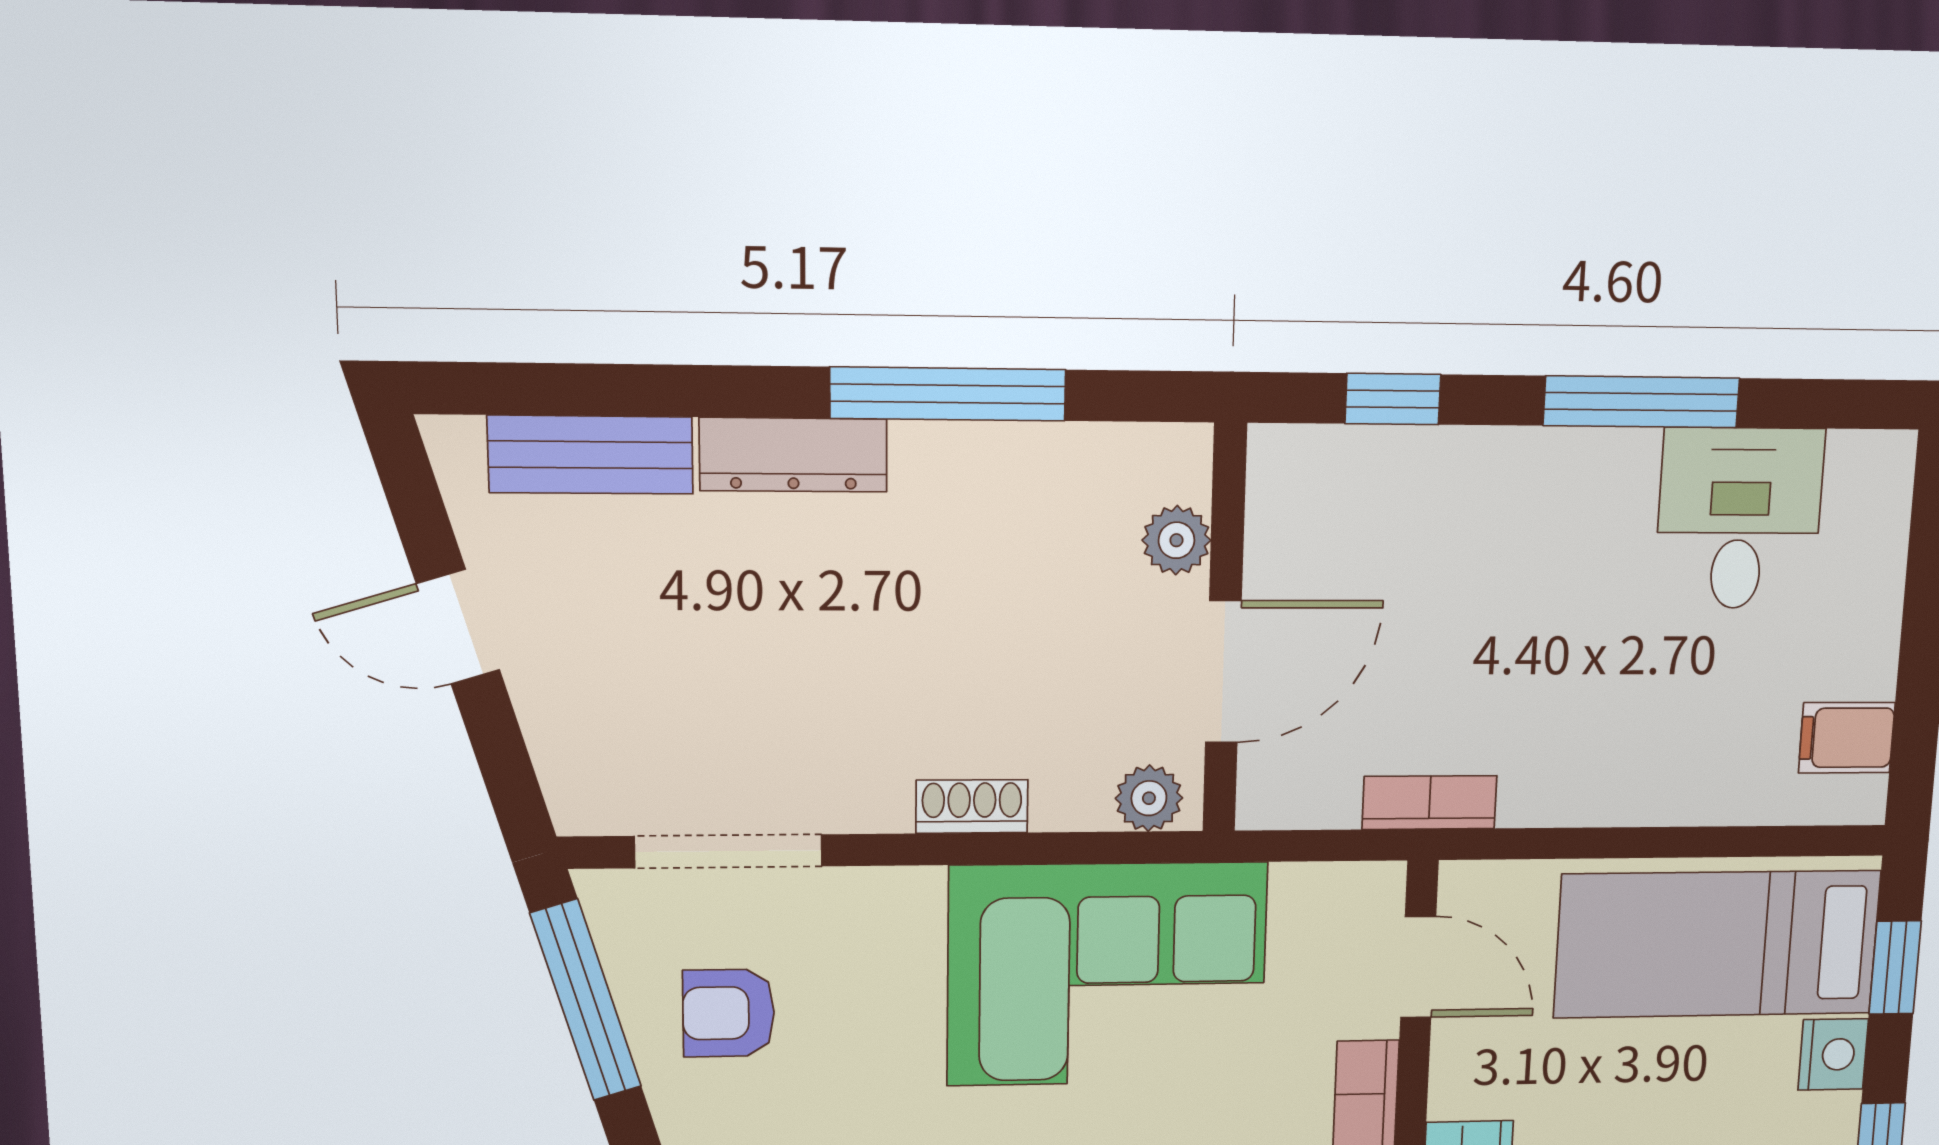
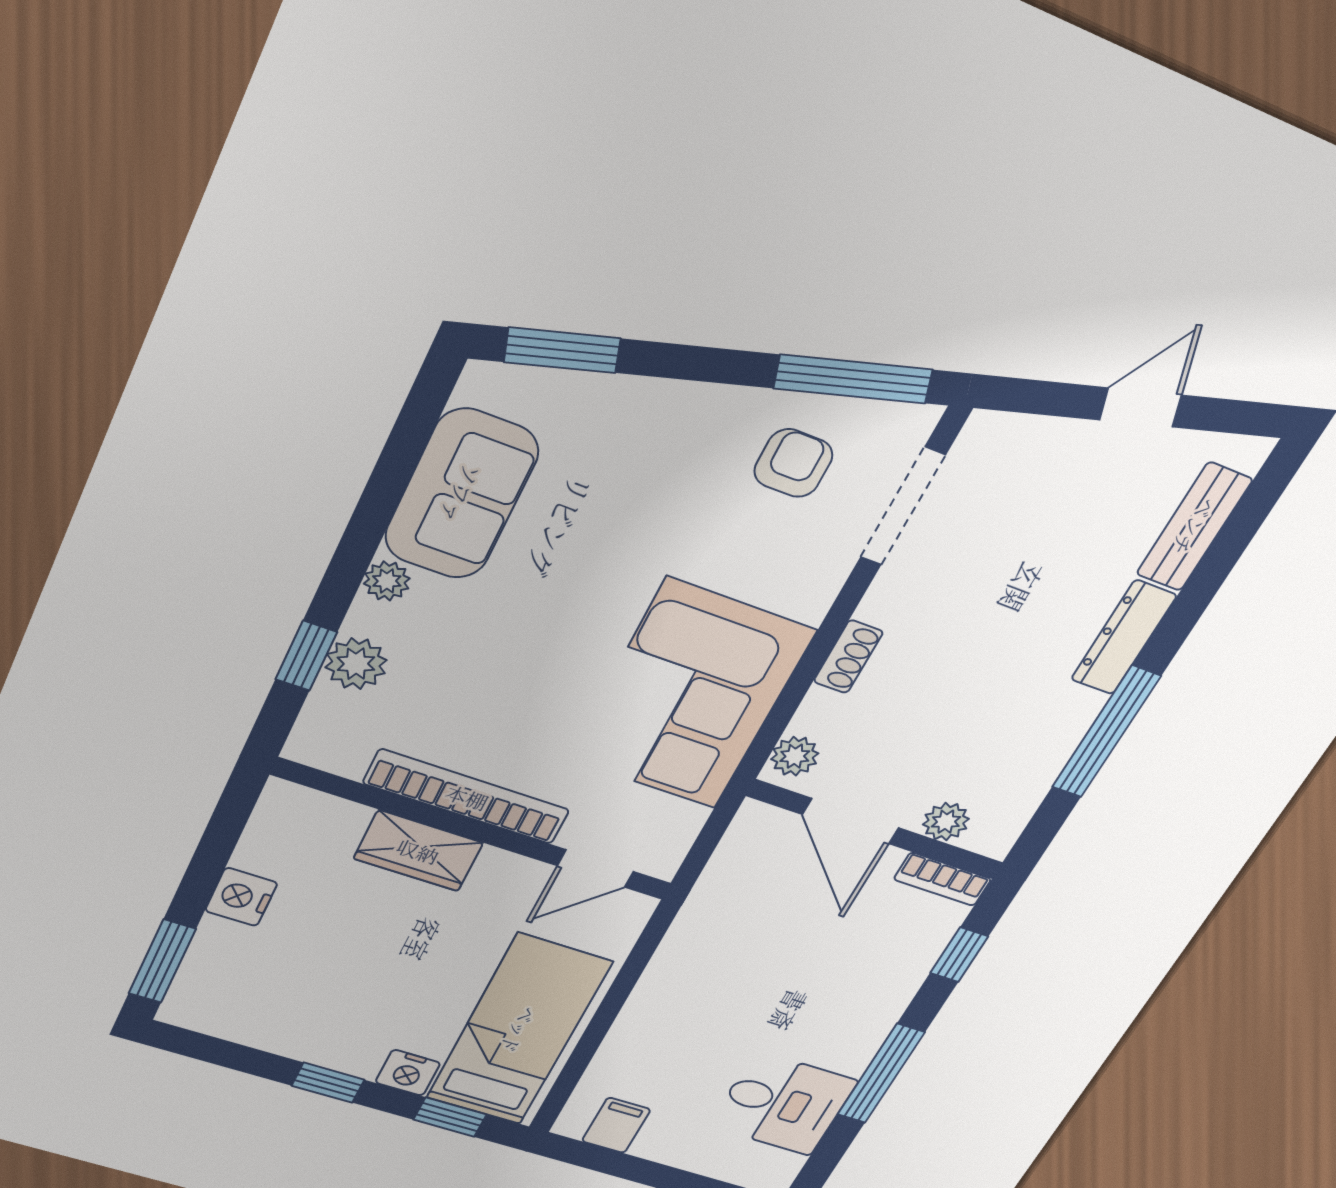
bookcase: (1430, 802) -> (942, 879), moved, turned 90

